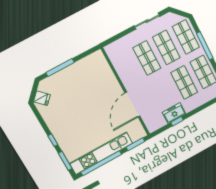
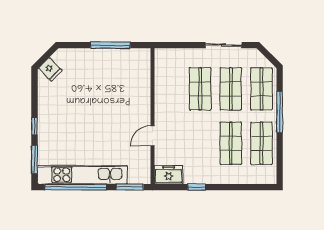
window: (60, 68) -> (110, 45), moved
door: (132, 105) -> (153, 136), width x0.53
freezer: (174, 113) -> (169, 175), moved

